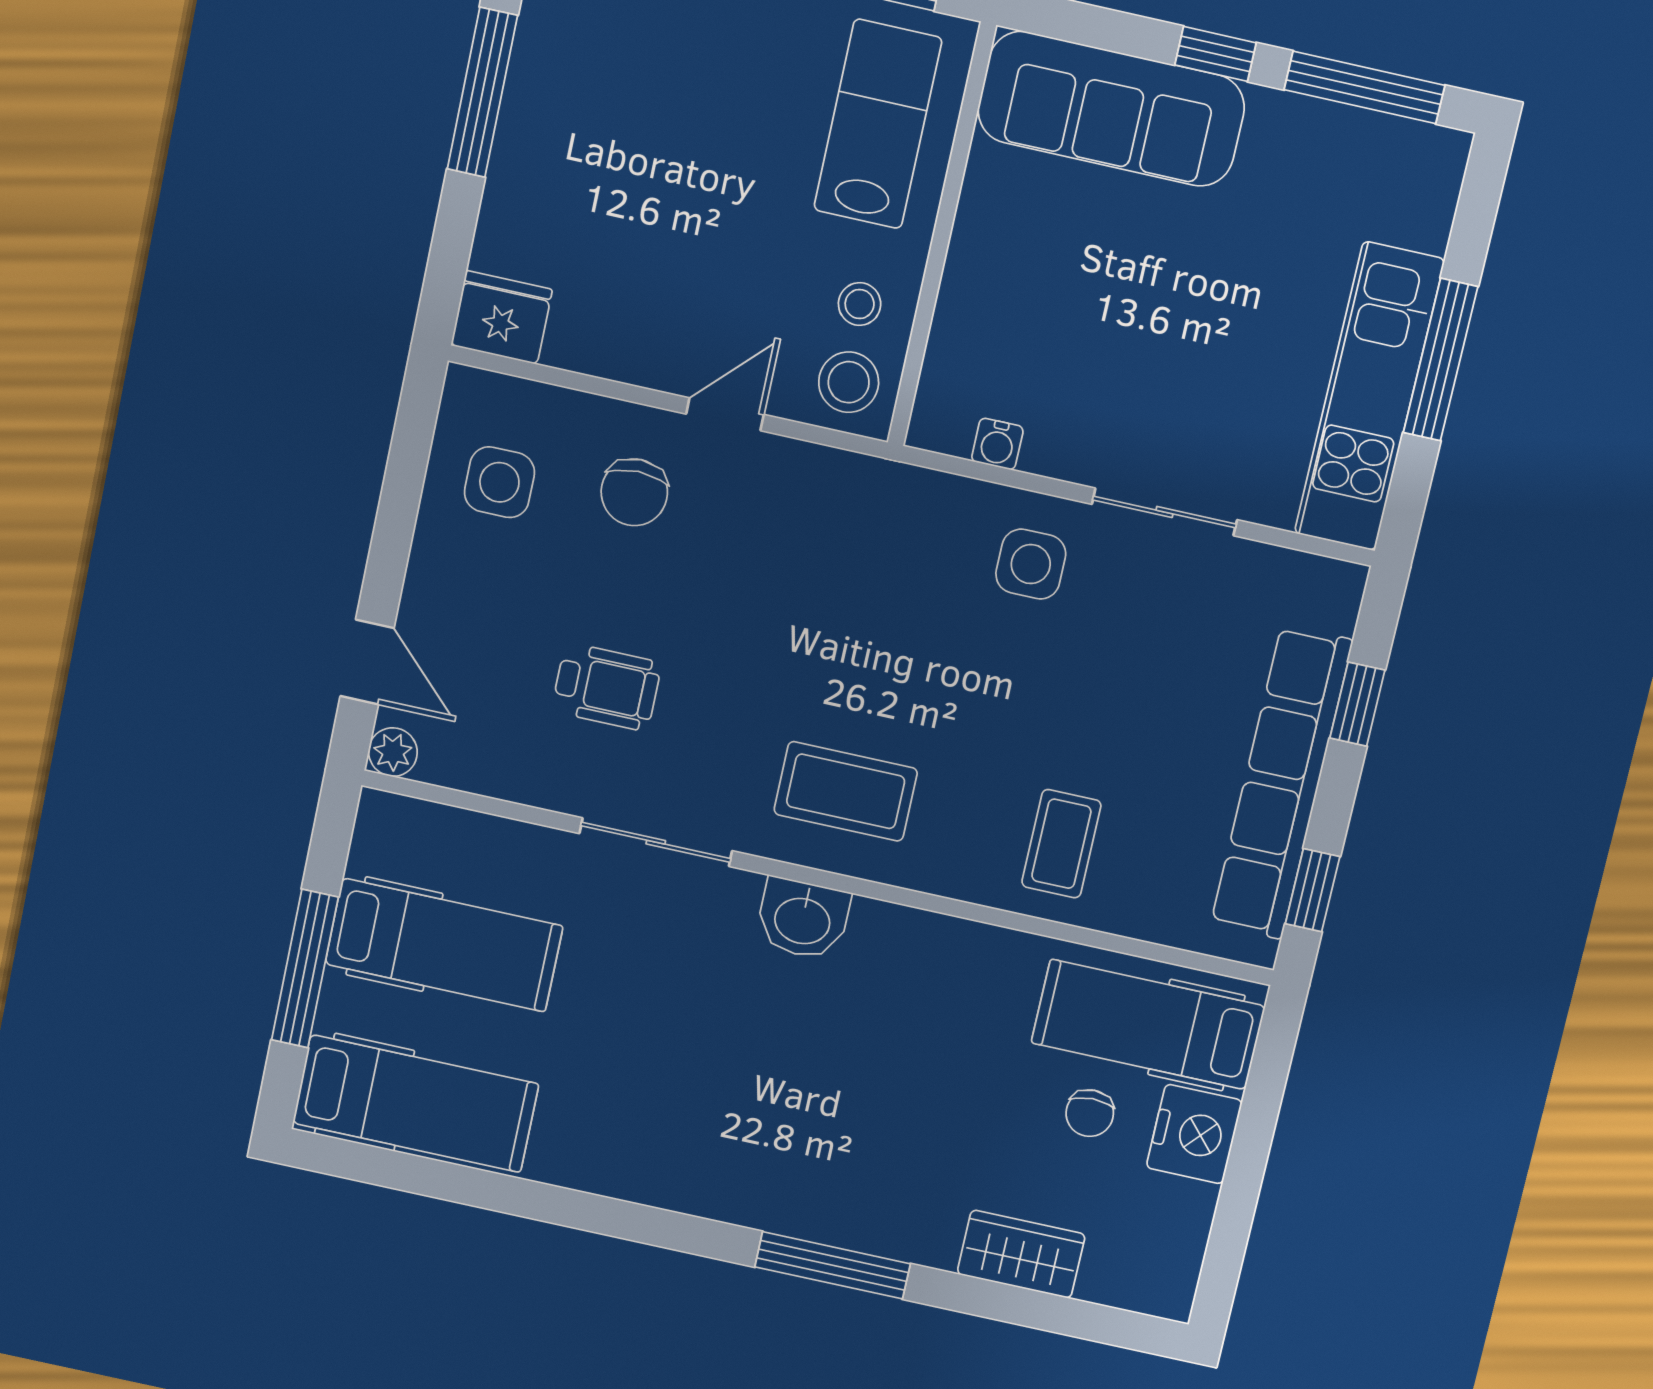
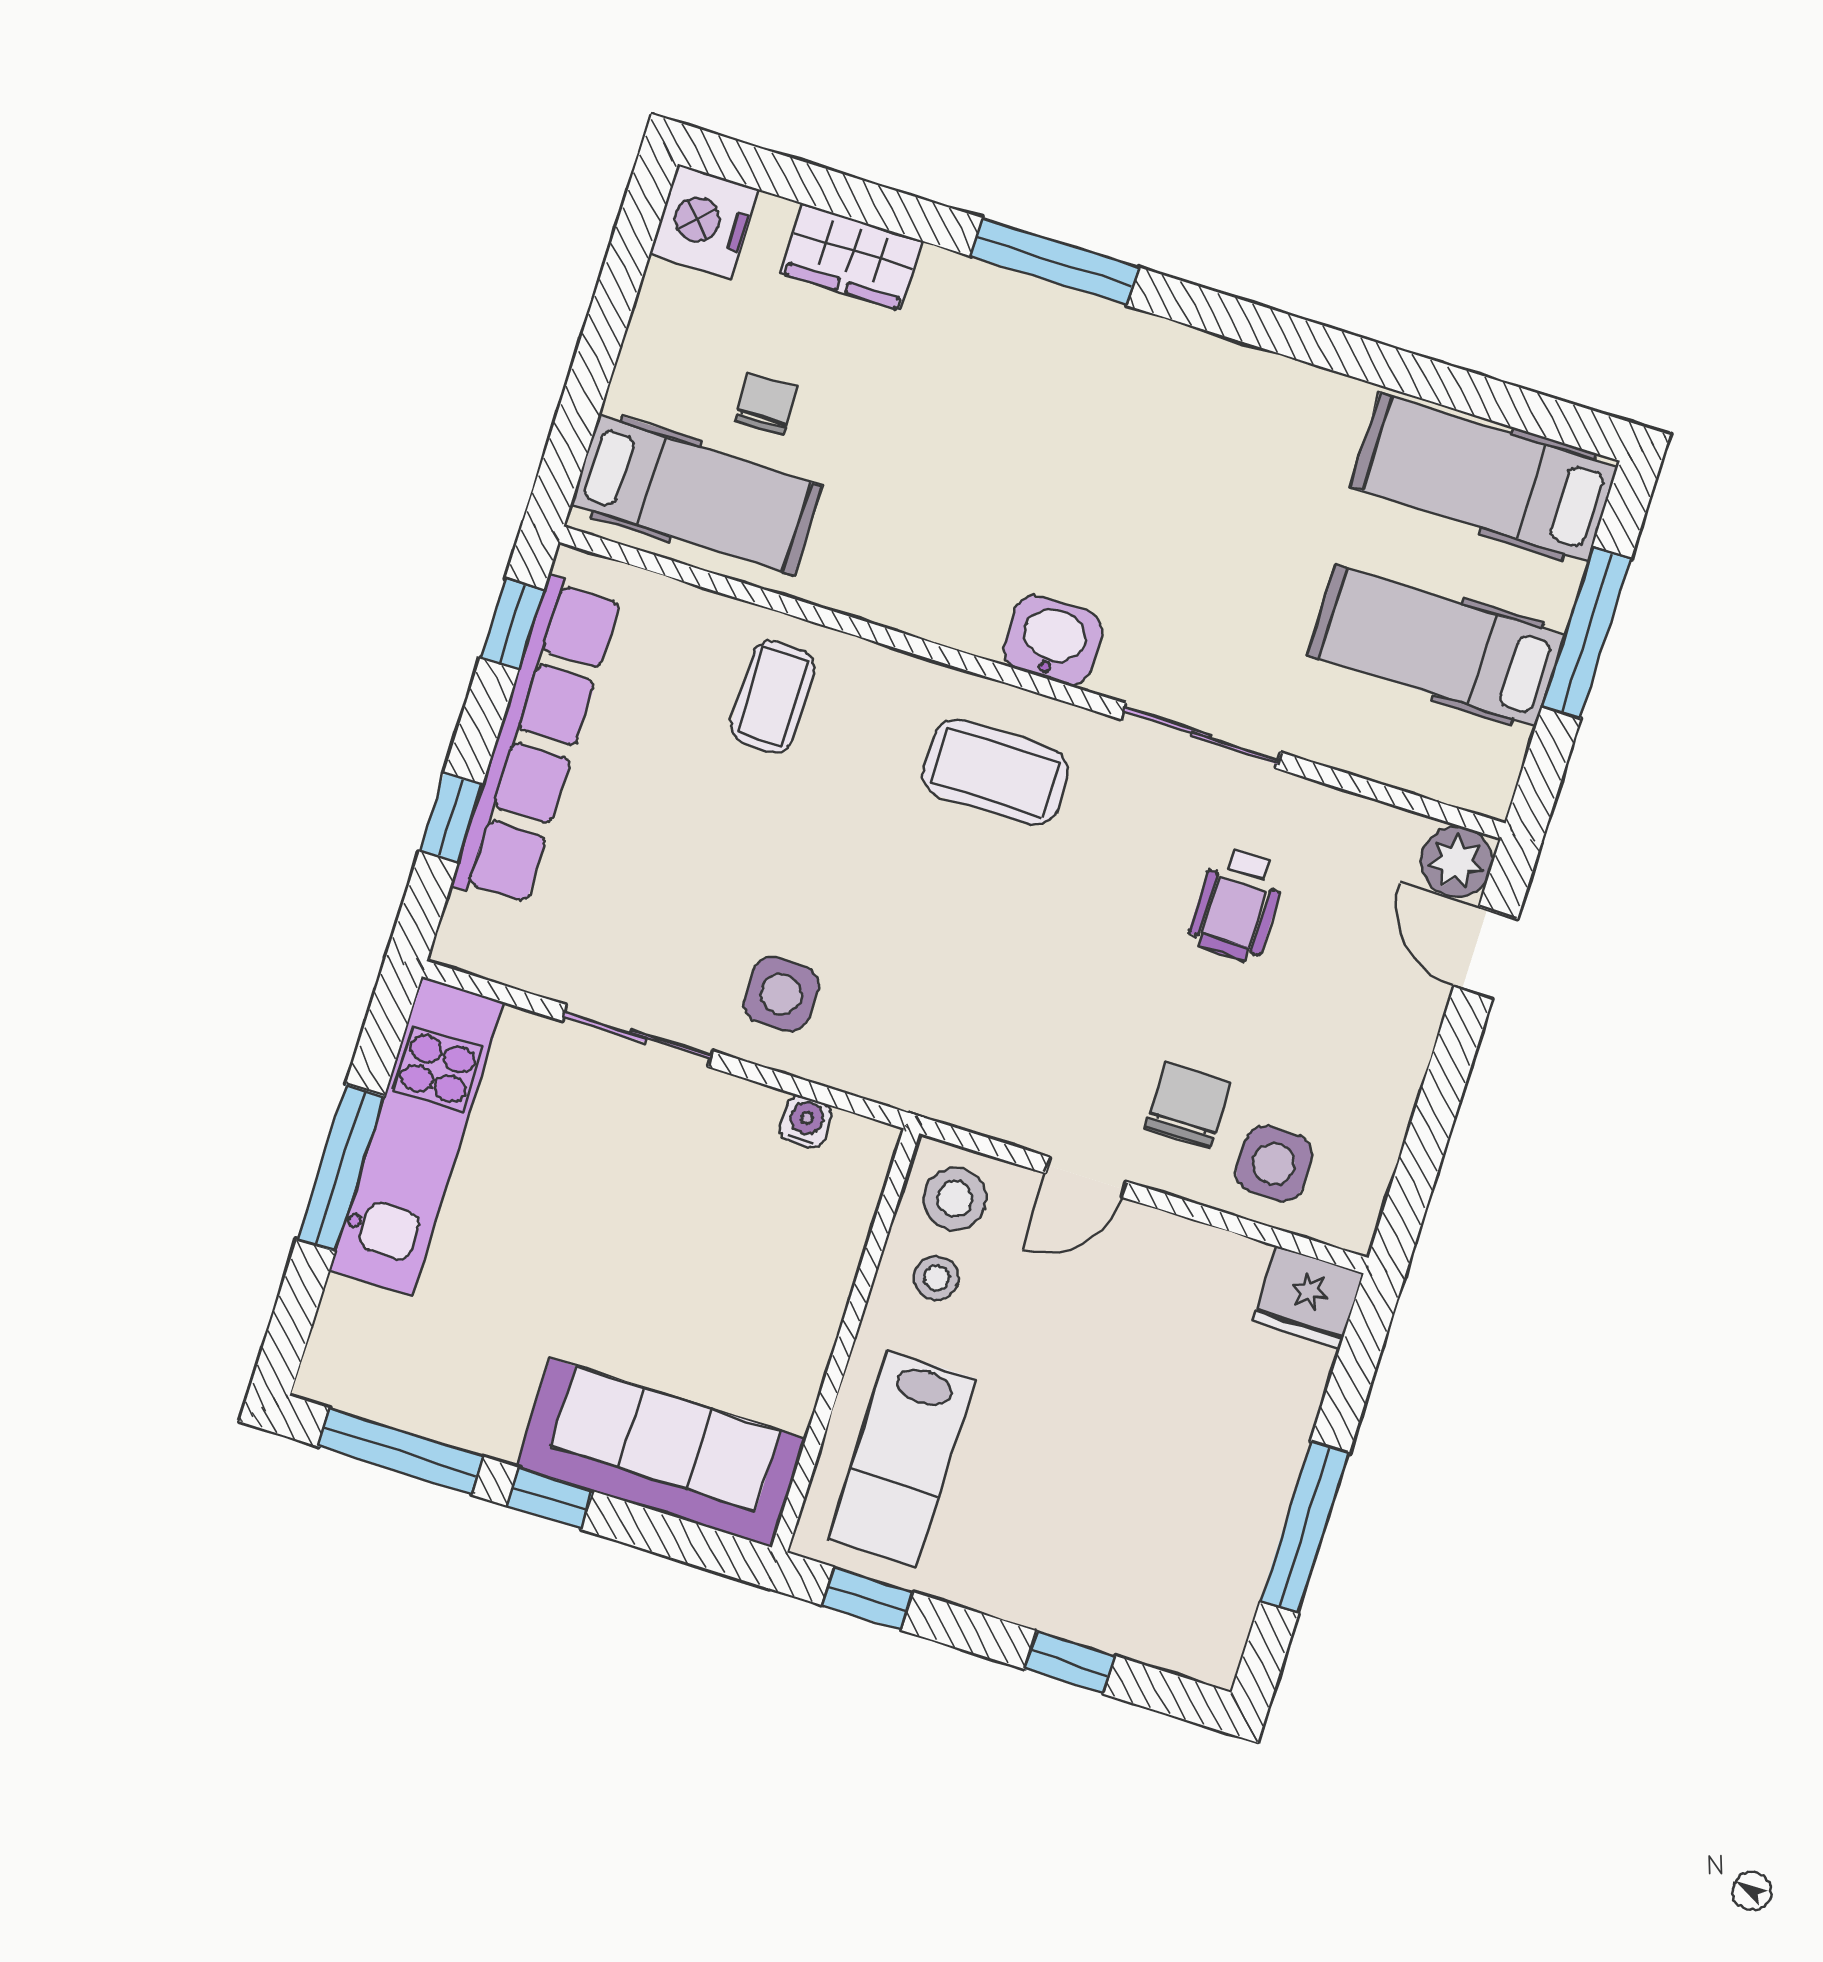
side table: (499, 482) -> (1274, 1164), moved
wheelchair: (607, 687) -> (1237, 904), turned -90
plant: (393, 752) -> (1456, 862), width x1.38, depth x1.38
nightstand: (1194, 1134) -> (704, 221), moved

